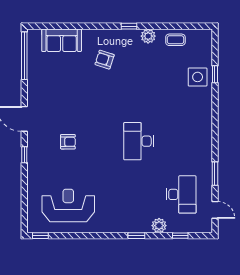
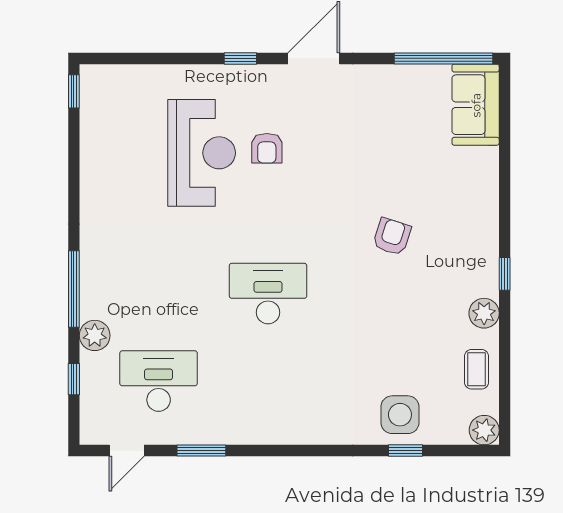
plant: (205, 36) -> (484, 430), added
sofa: (62, 40) -> (476, 105), moved
armchair: (105, 60) -> (392, 237), moved
desk: (181, 194) -> (159, 381), turned 180
reception desk: (68, 205) -> (202, 153), moved
window: (136, 236) -> (74, 289), width x2.17

